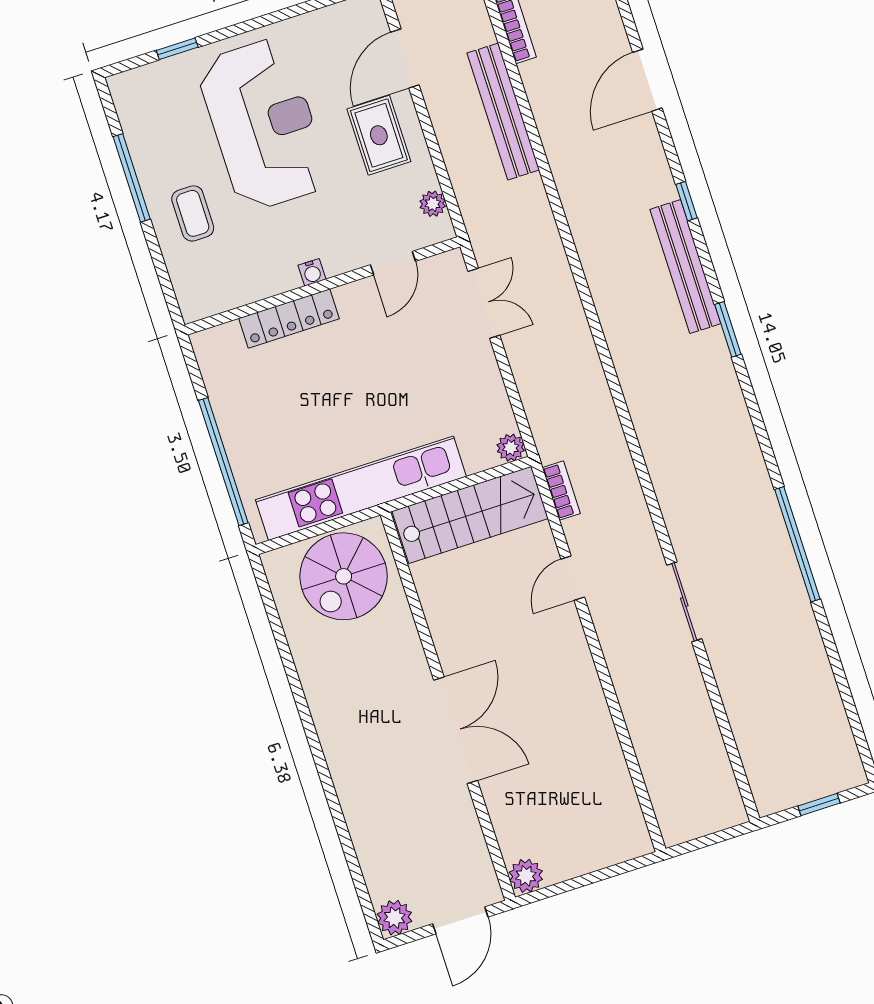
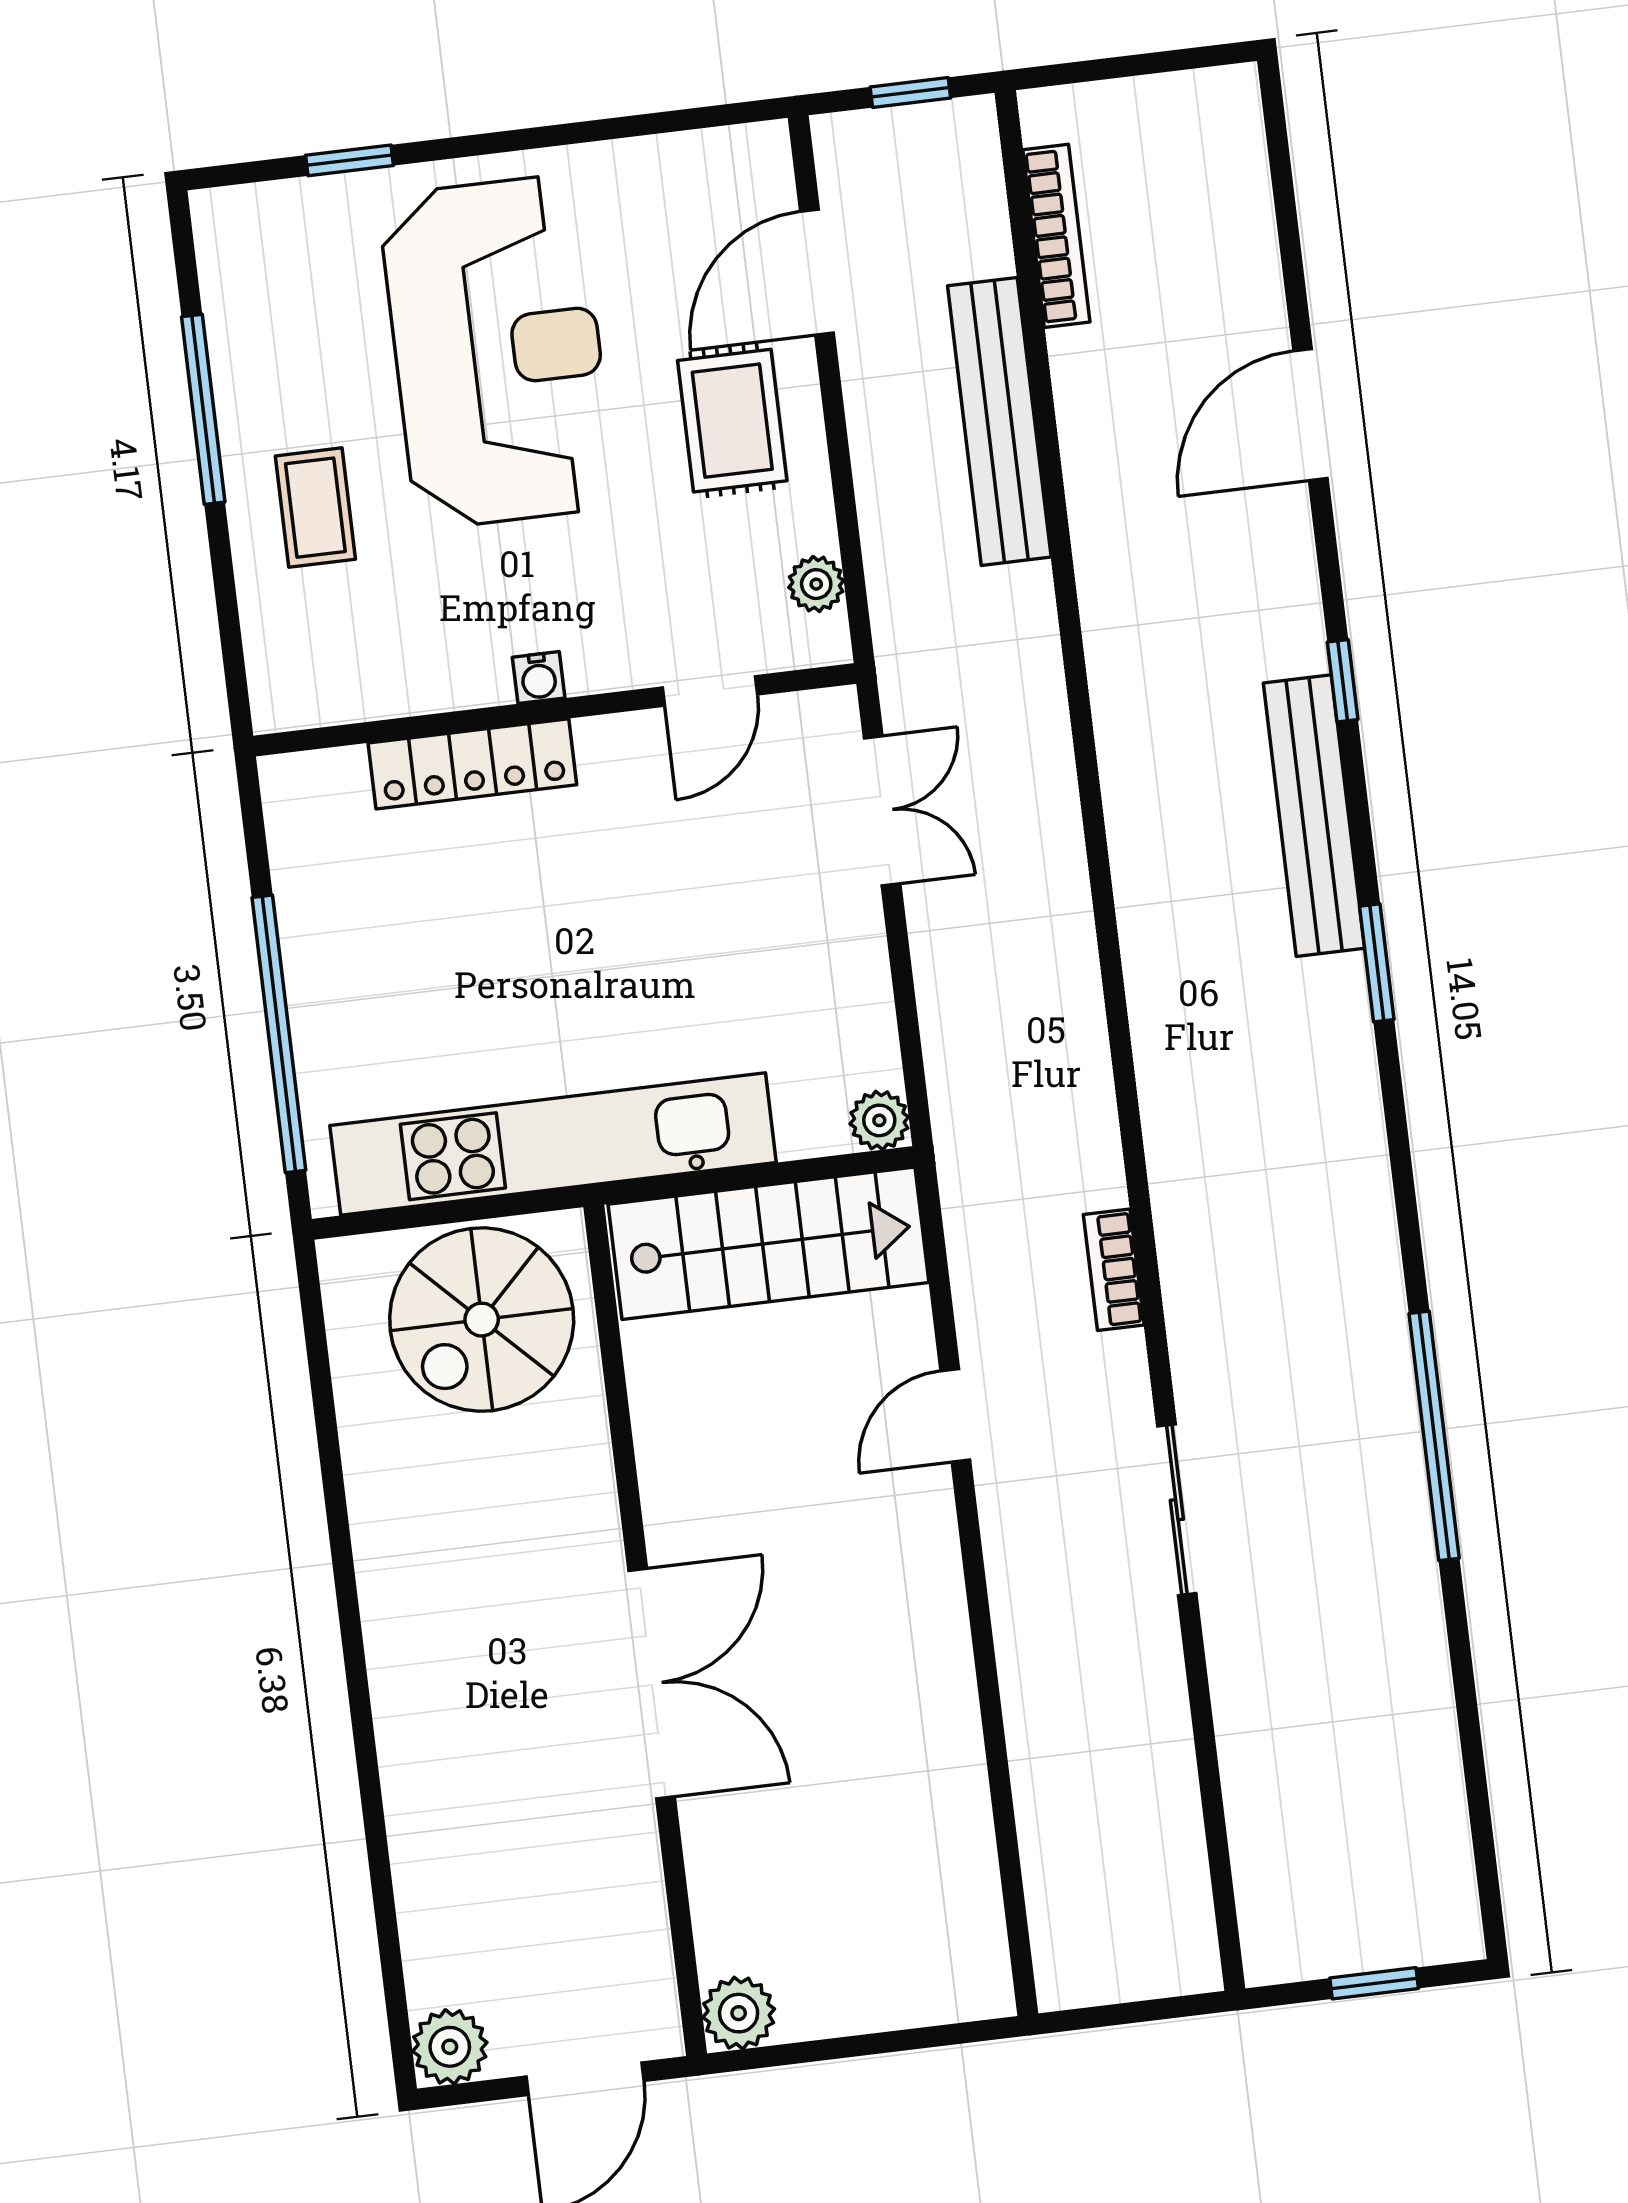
bookcase: (561, 491) -> (1114, 1270), moved, turned 180

